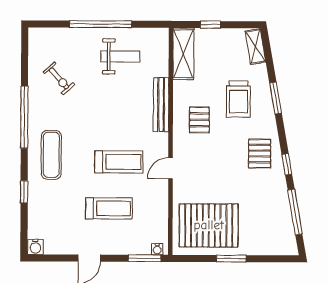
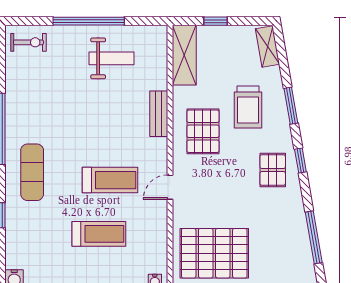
exercise bike: (59, 78) -> (28, 42), moved, turned -48
bench: (161, 104) -> (159, 114), width x0.73
pallet: (199, 120) -> (203, 131), width x1.50, depth x1.42
window: (287, 164) -> (300, 161), moved

